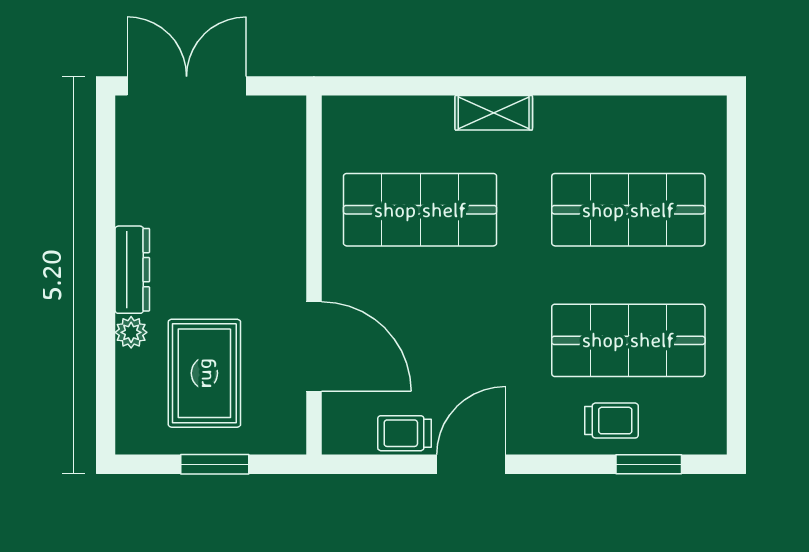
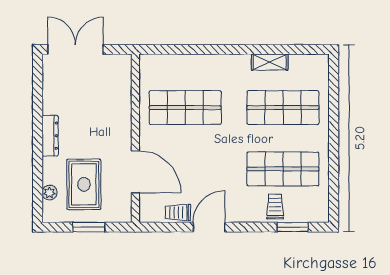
shelving: (494, 113) -> (270, 62), moved
plant: (131, 332) -> (49, 193), moved
trolley: (612, 421) -> (275, 207), turned -90

